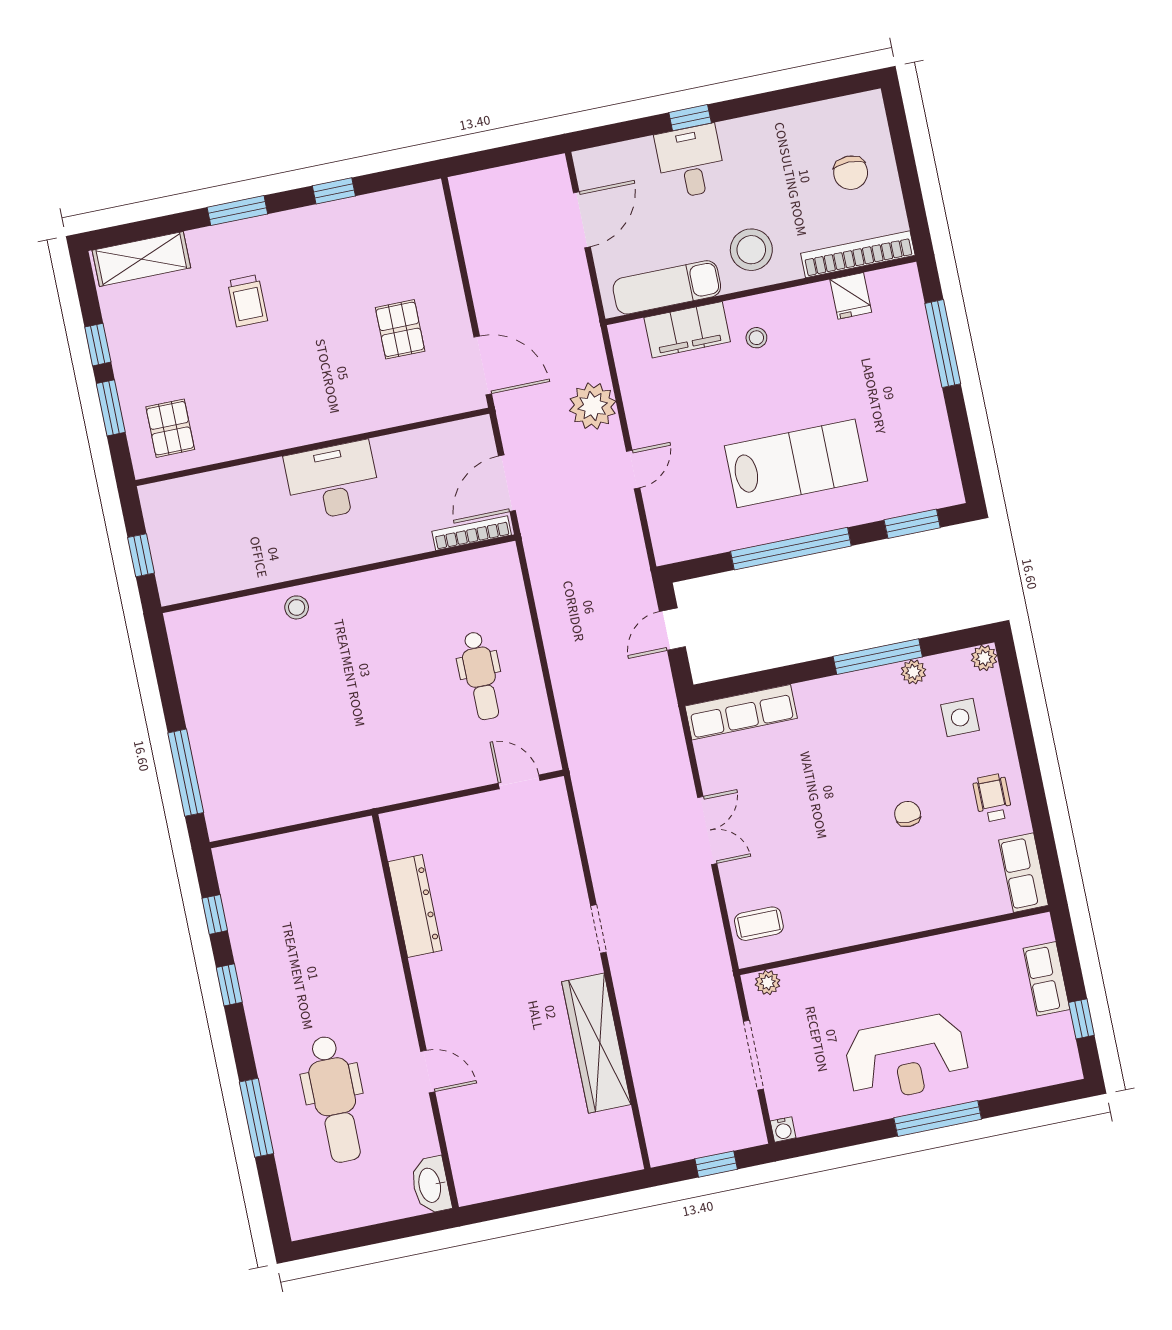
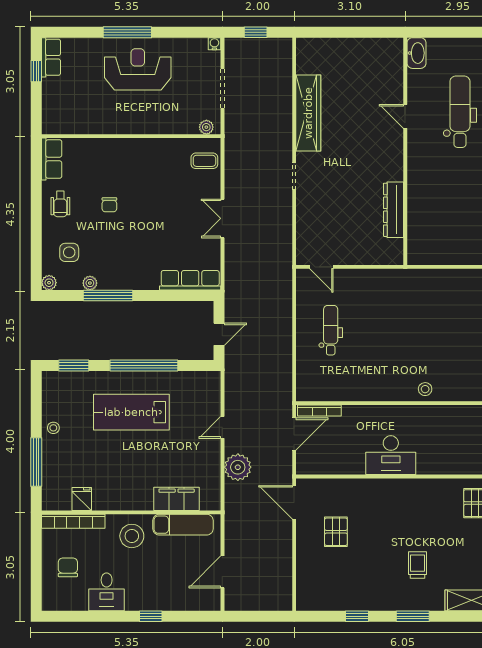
desk: (691, 162) -> (107, 592), moved
stool: (756, 338) -> (53, 428), moved
row of seats: (1047, 979) -> (51, 57), moved

